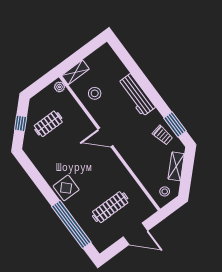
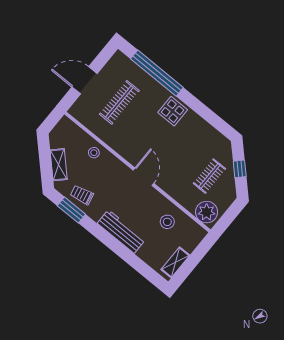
shelving: (75, 72) -> (175, 262), moved
plant: (60, 87) -> (207, 212), width x1.88, depth x1.88
door: (105, 137) -> (144, 177), hinge flipped
stool: (165, 191) -> (94, 153), moved

